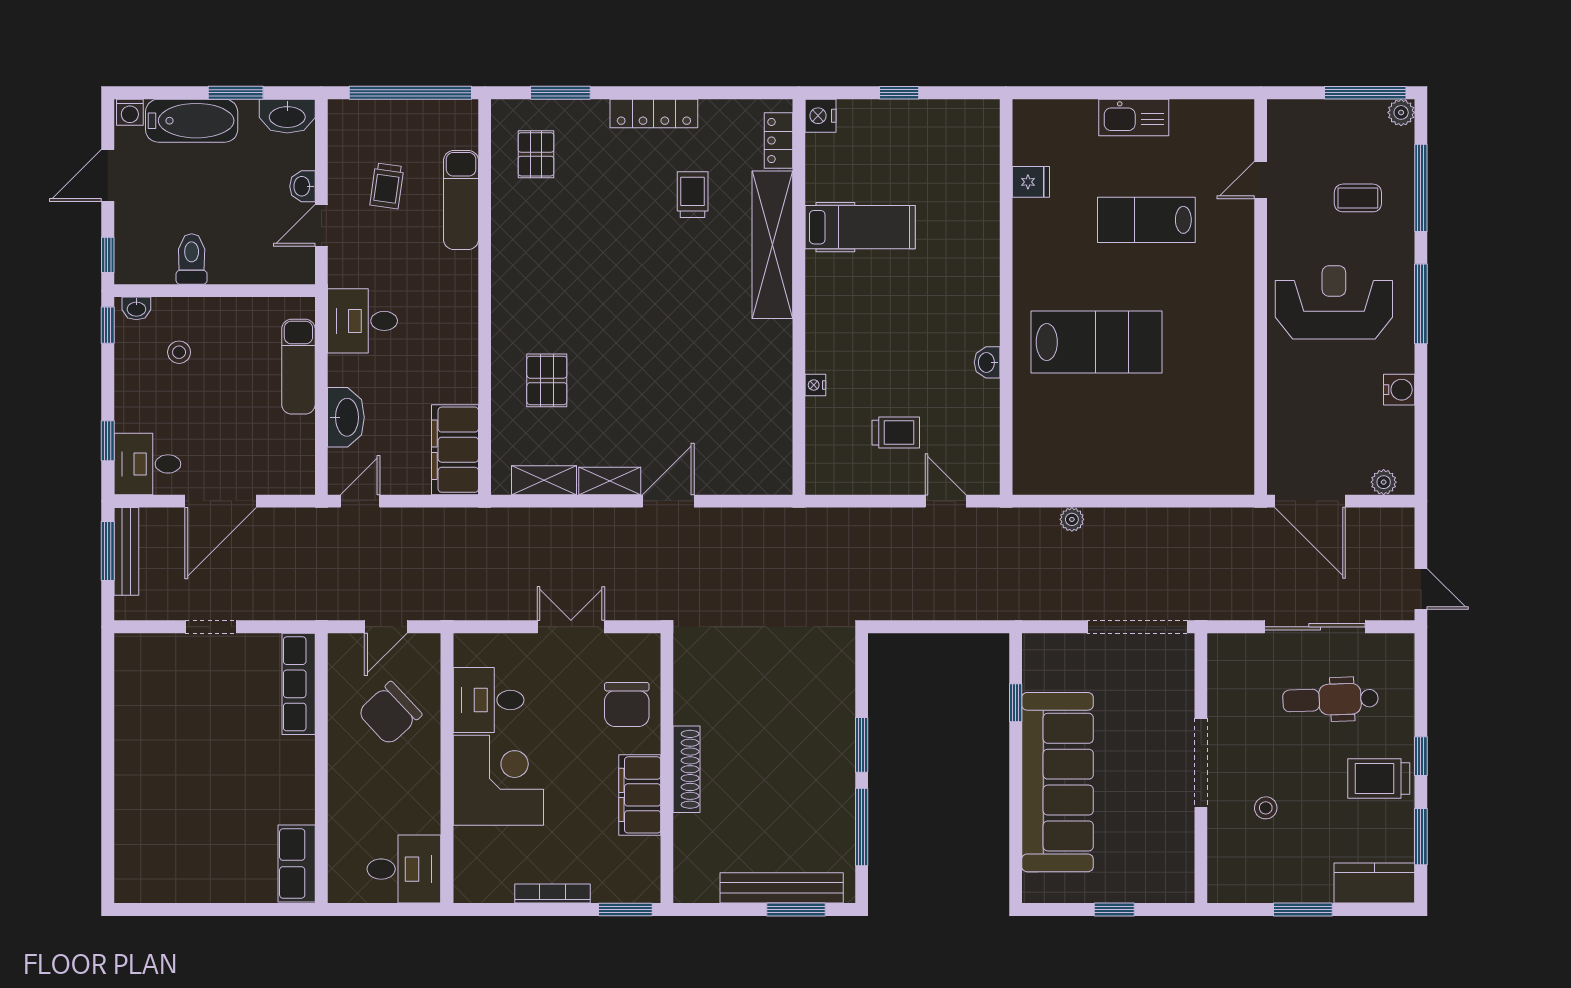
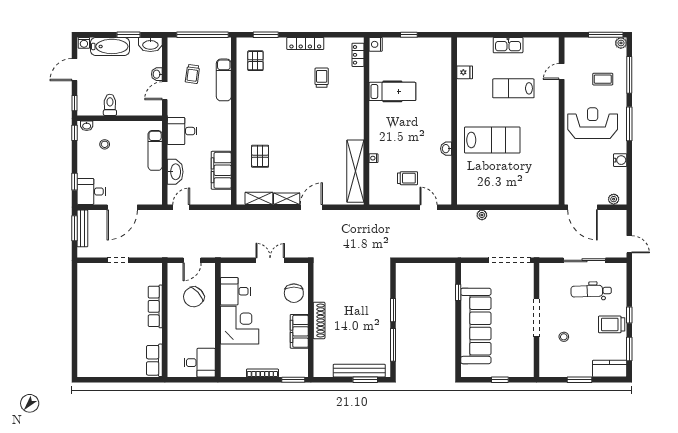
shelving: (772, 245) -> (355, 171), moved
filing cabinet: (455, 450) -> (221, 170), moved
row of seats: (299, 684) -> (155, 306), moved

